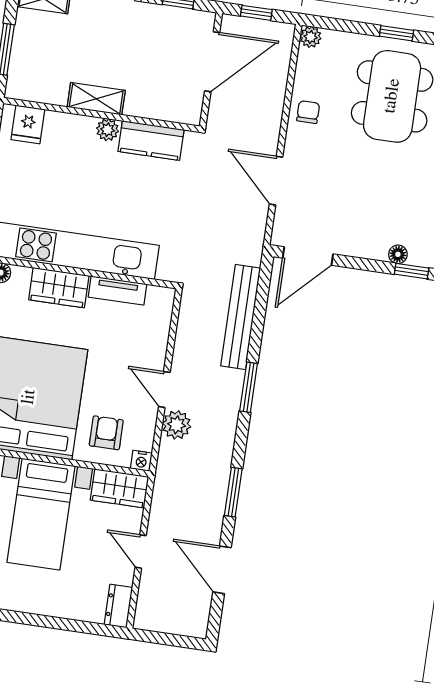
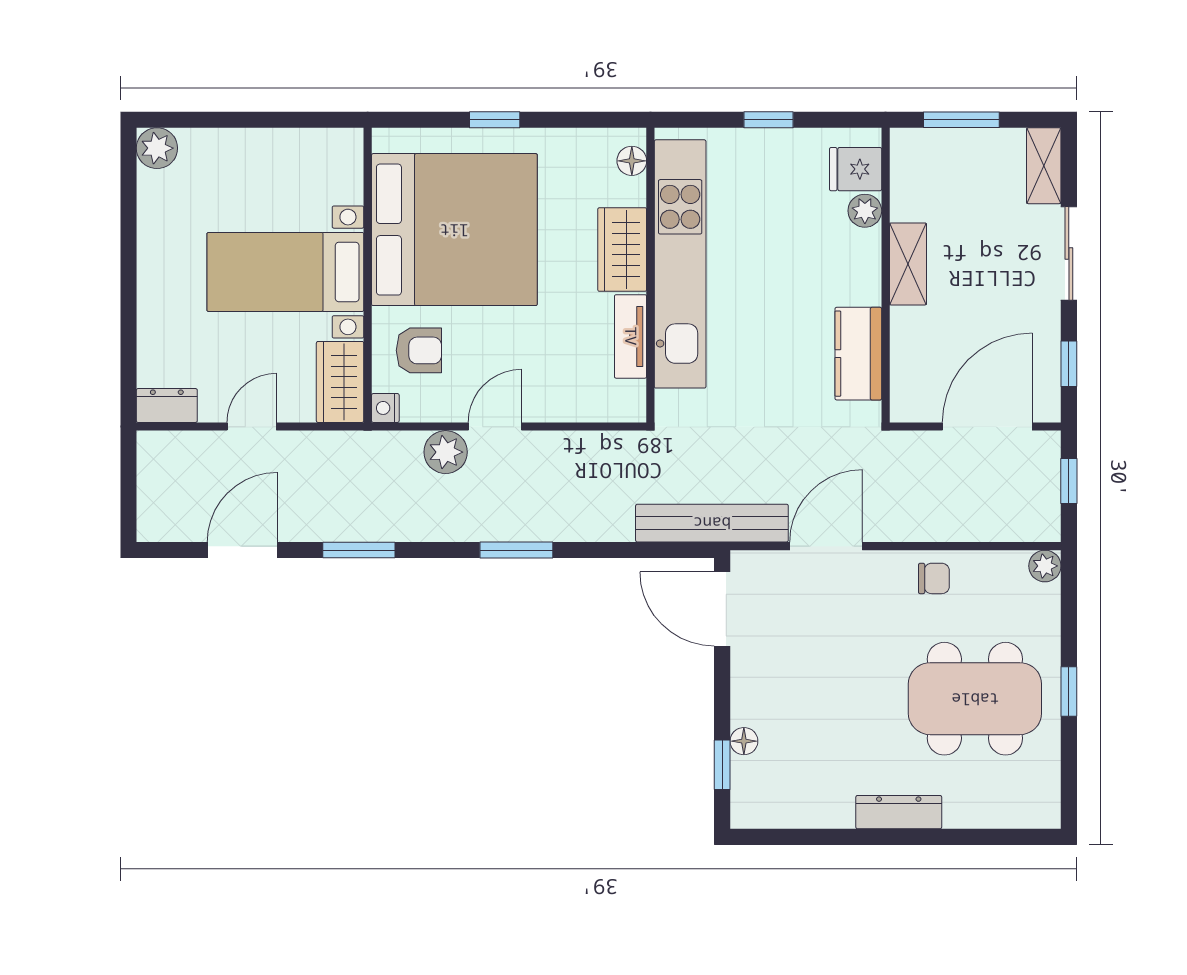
door: (212, 62) -> (987, 427), swing flipped
plant: (108, 130) -> (865, 211), moved
bench: (241, 317) -> (712, 523), moved

